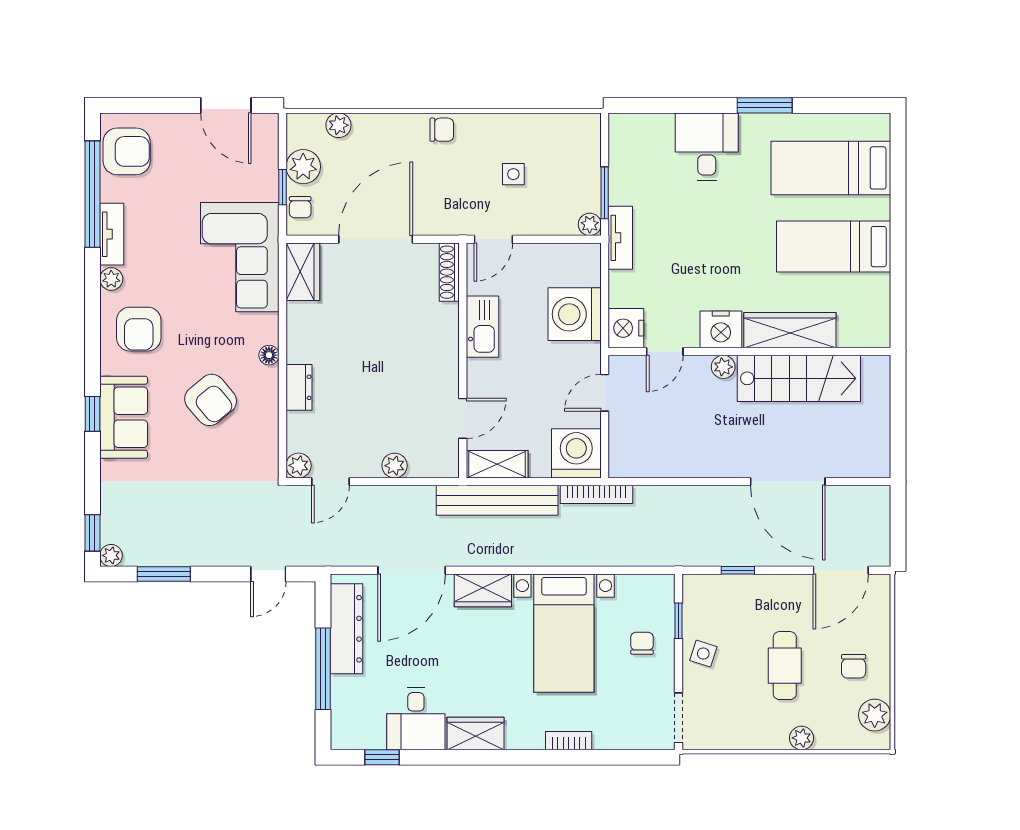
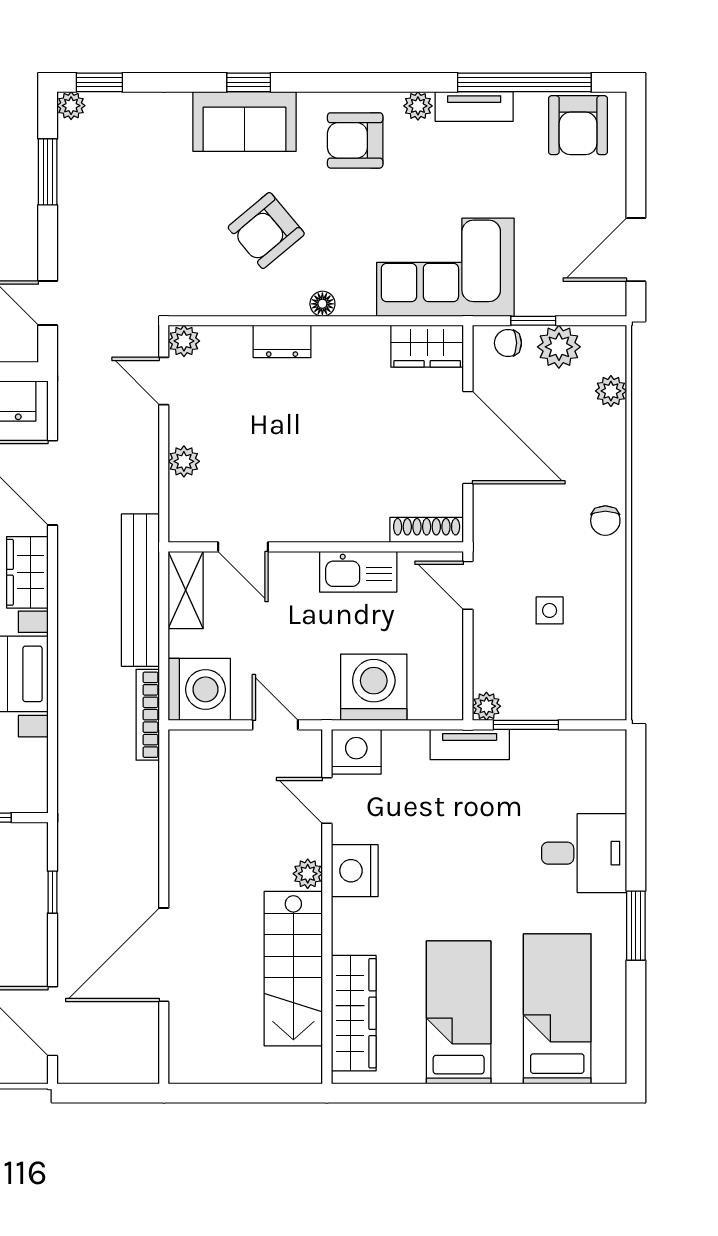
wardrobe: (790, 330) -> (354, 1013), moved

